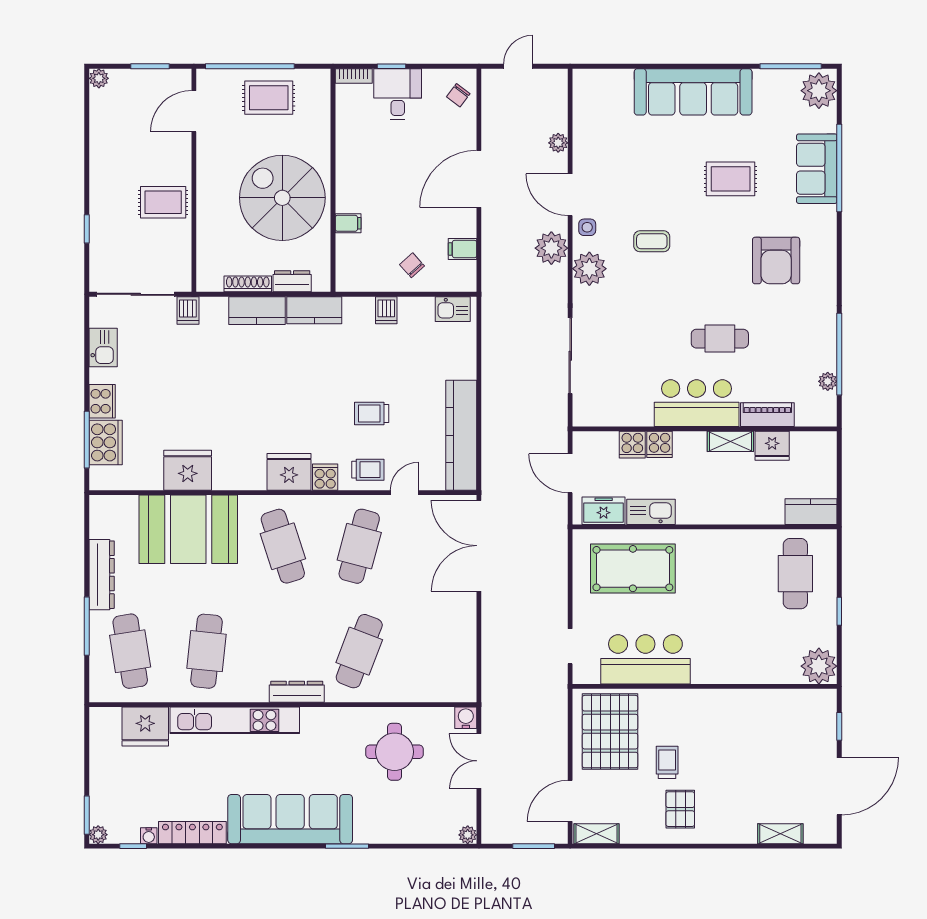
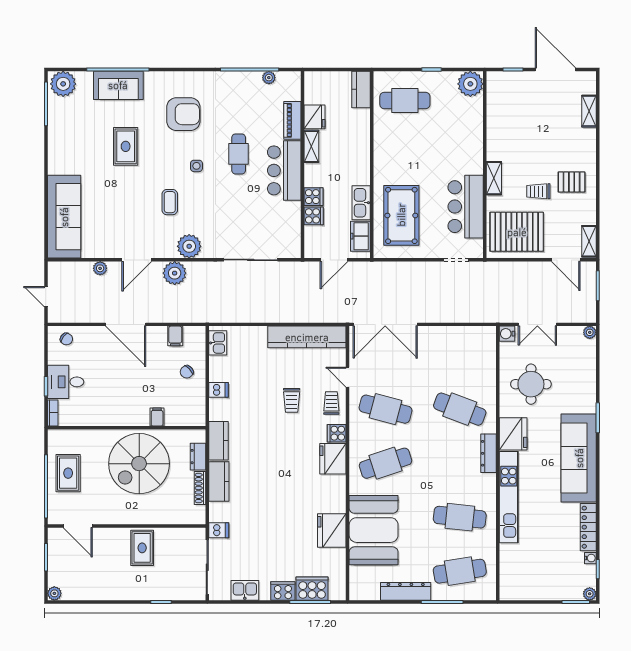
sofa: (693, 92) -> (64, 217), moved
side table: (587, 227) -> (196, 166), moved
shelving: (686, 699) -> (494, 178), added
fridge: (145, 726) -> (513, 434), moved

